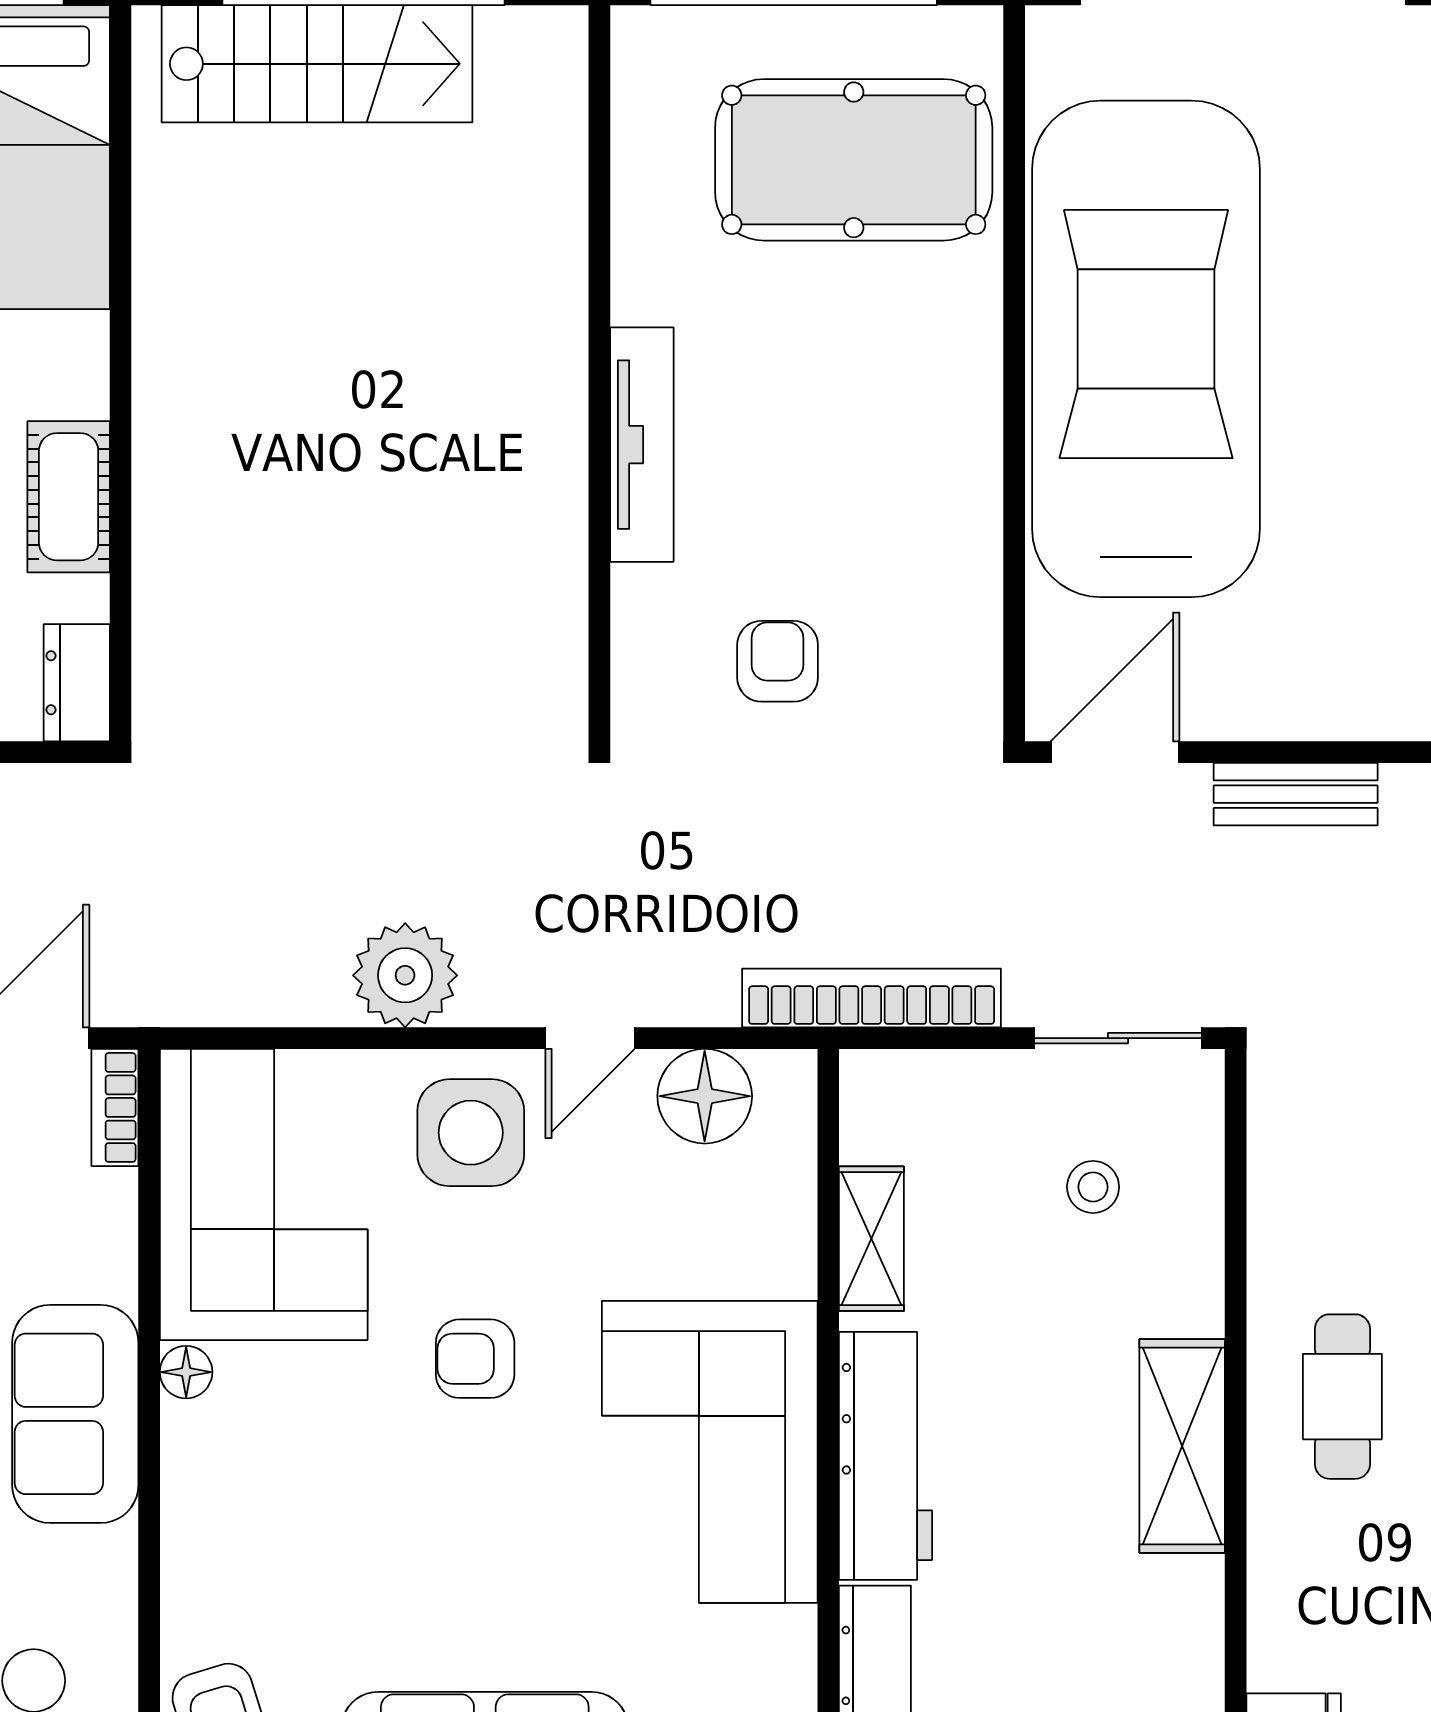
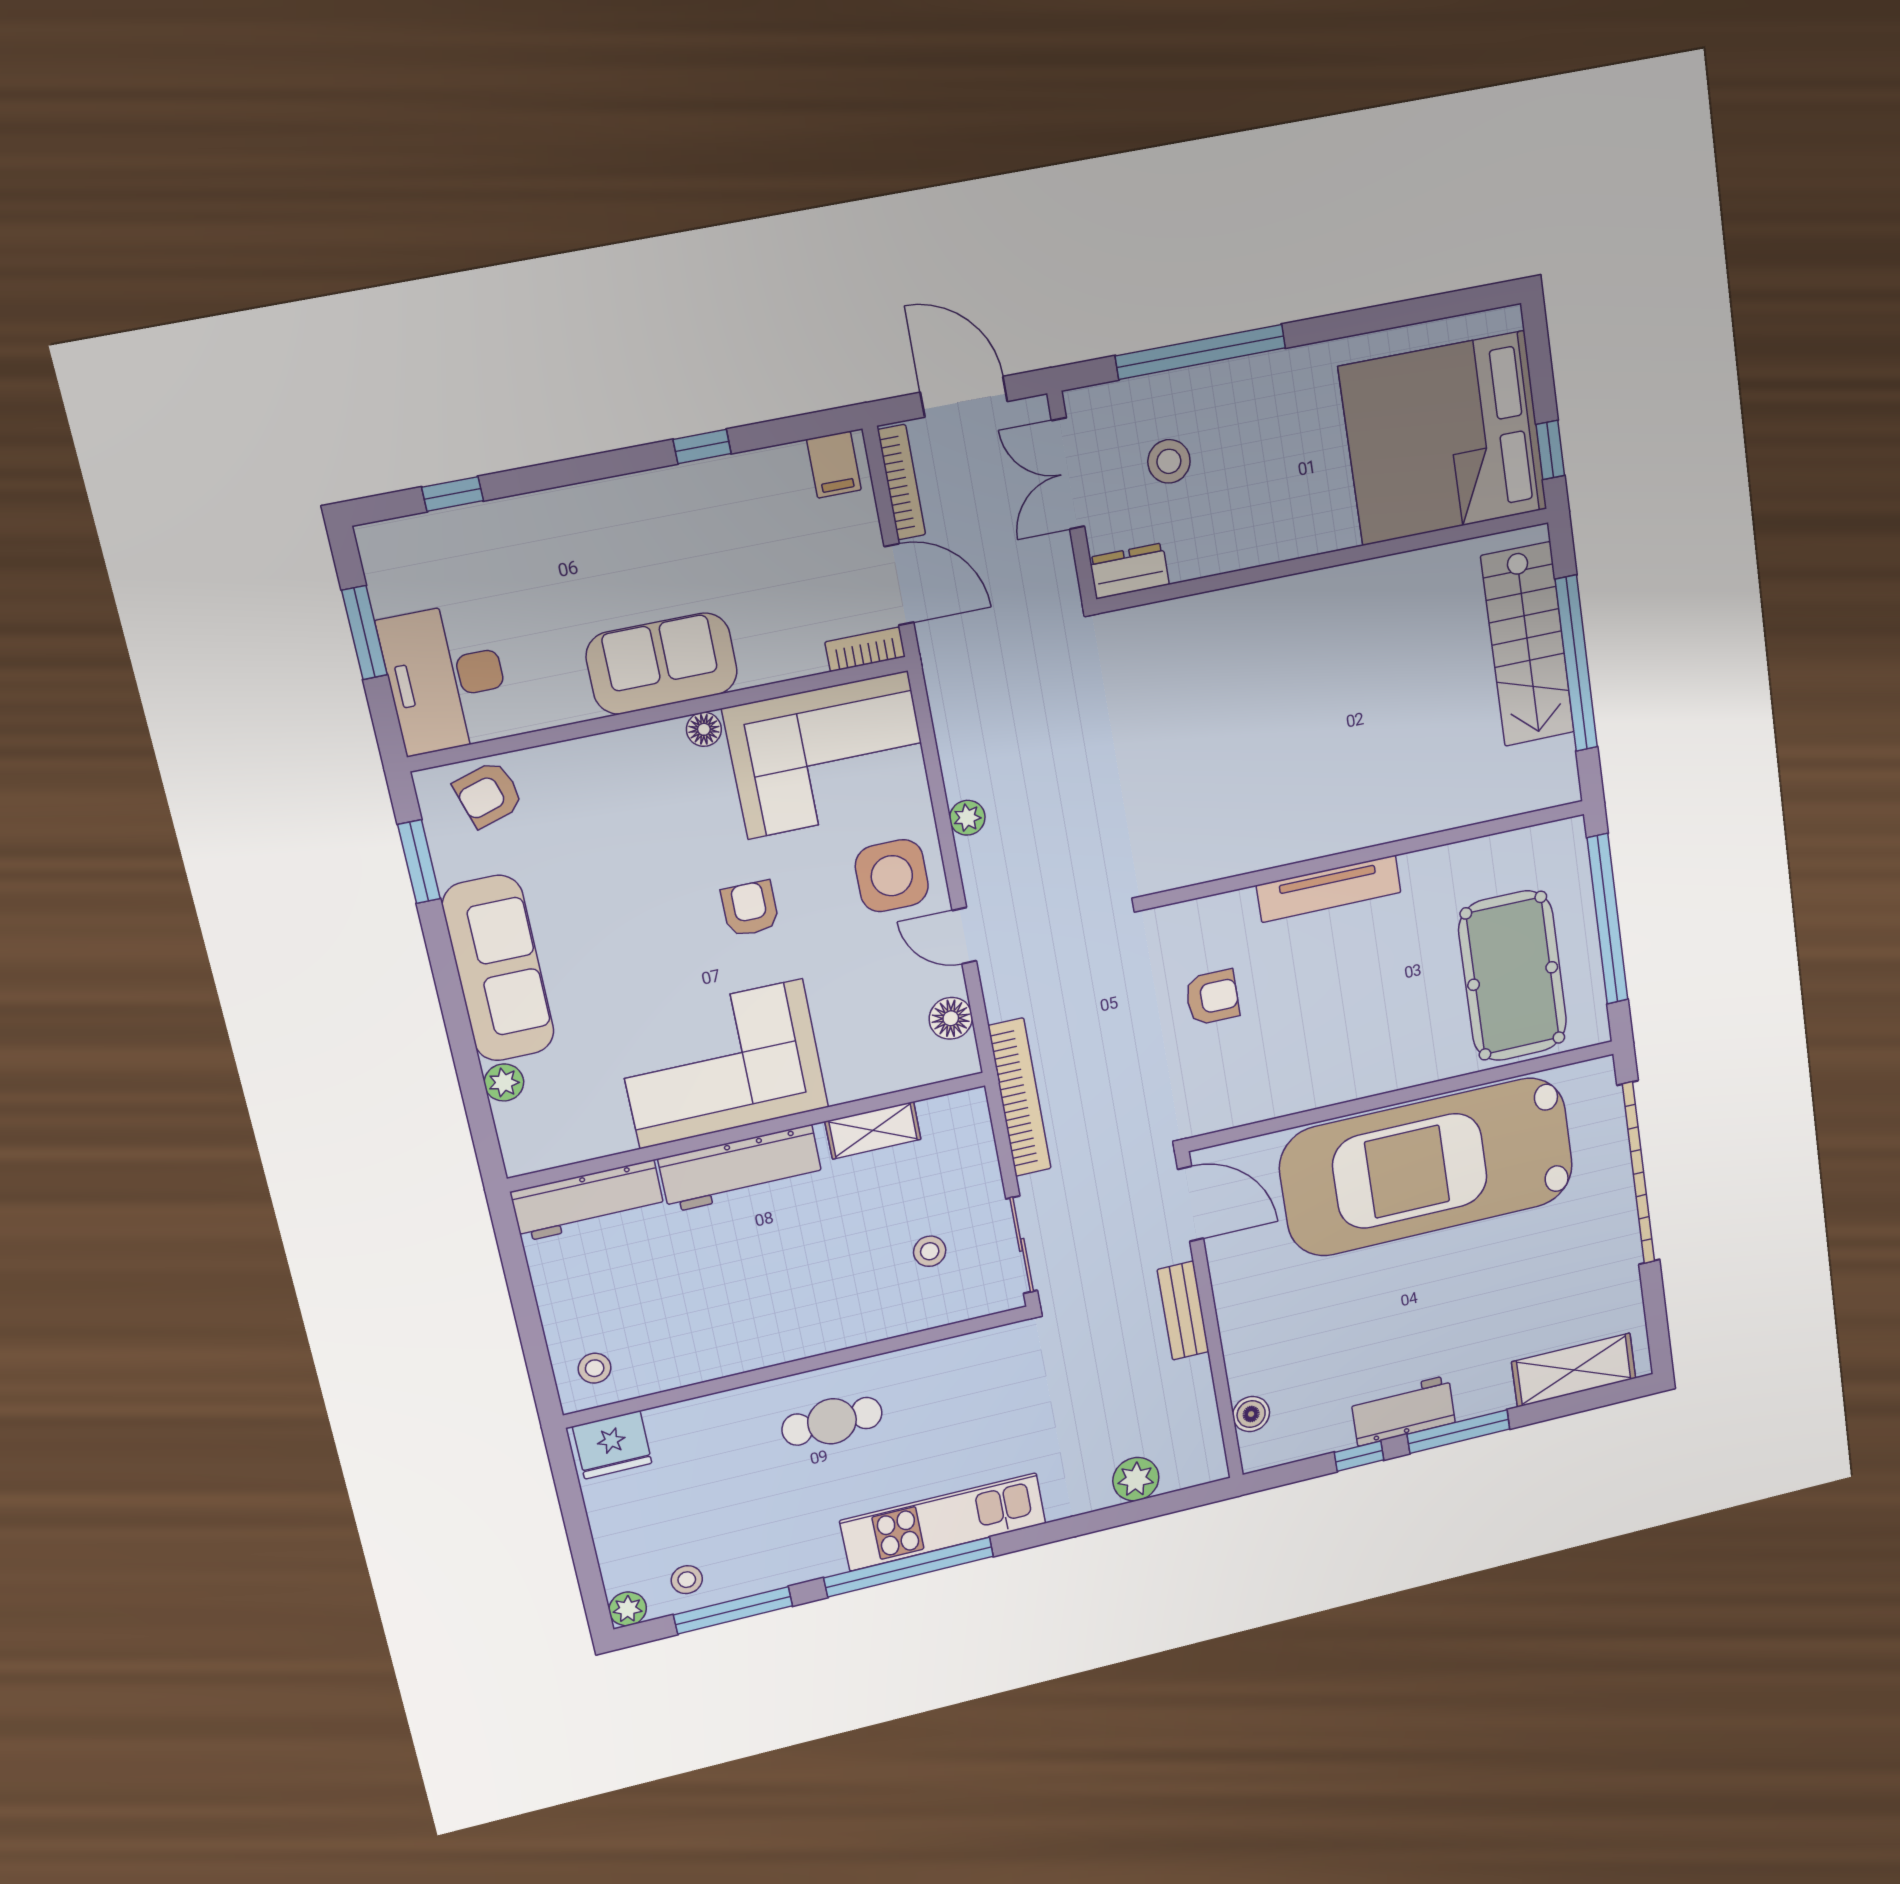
car: (1146, 349) -> (1427, 1167), turned 180
cot: (69, 497) -> (1244, 543), removed
plant: (405, 975) -> (967, 818), width x0.53, depth x0.53
floor lamp: (705, 1096) -> (951, 1018), width x0.73, depth x0.73
shelving: (1182, 1446) -> (783, 1338), removed

